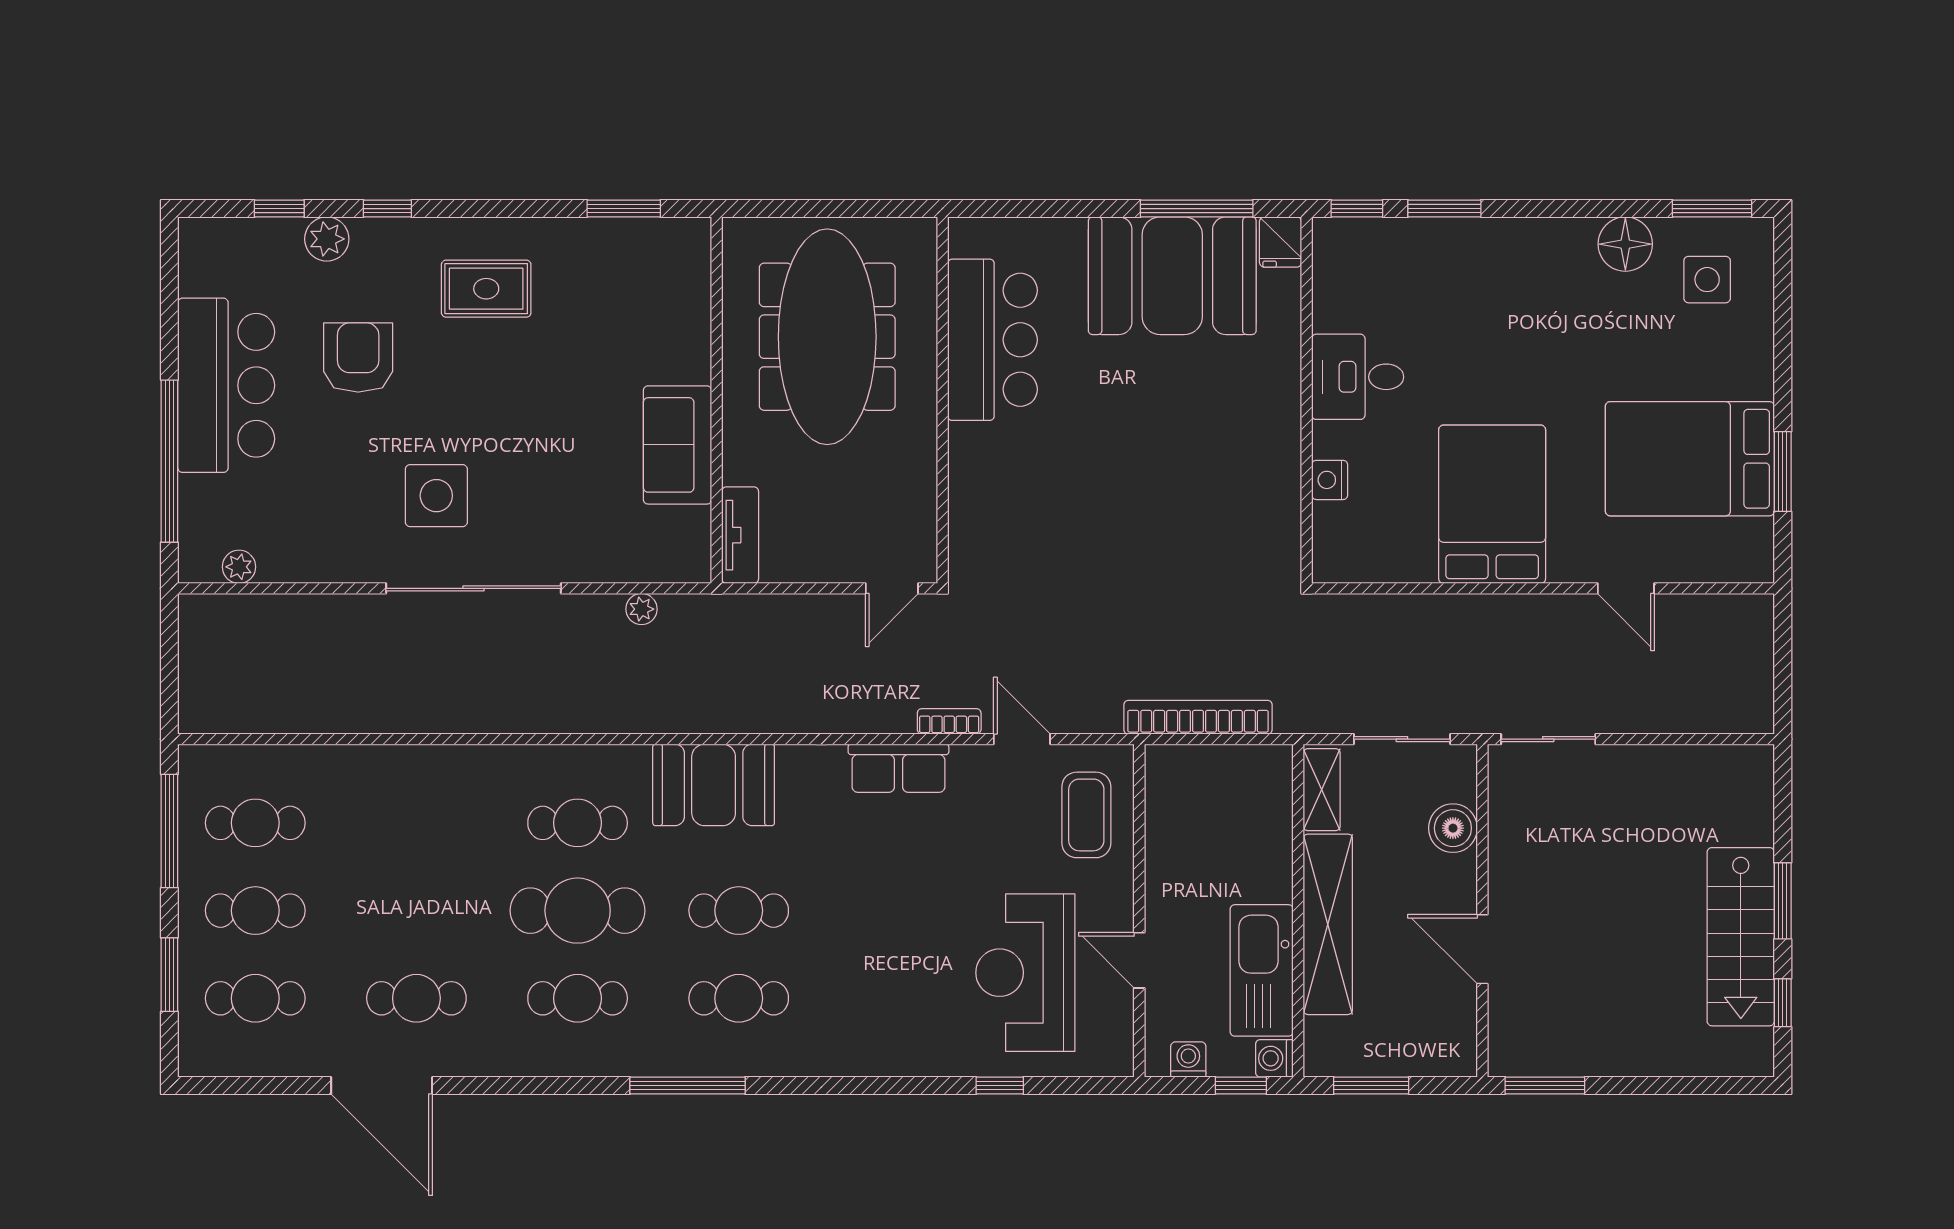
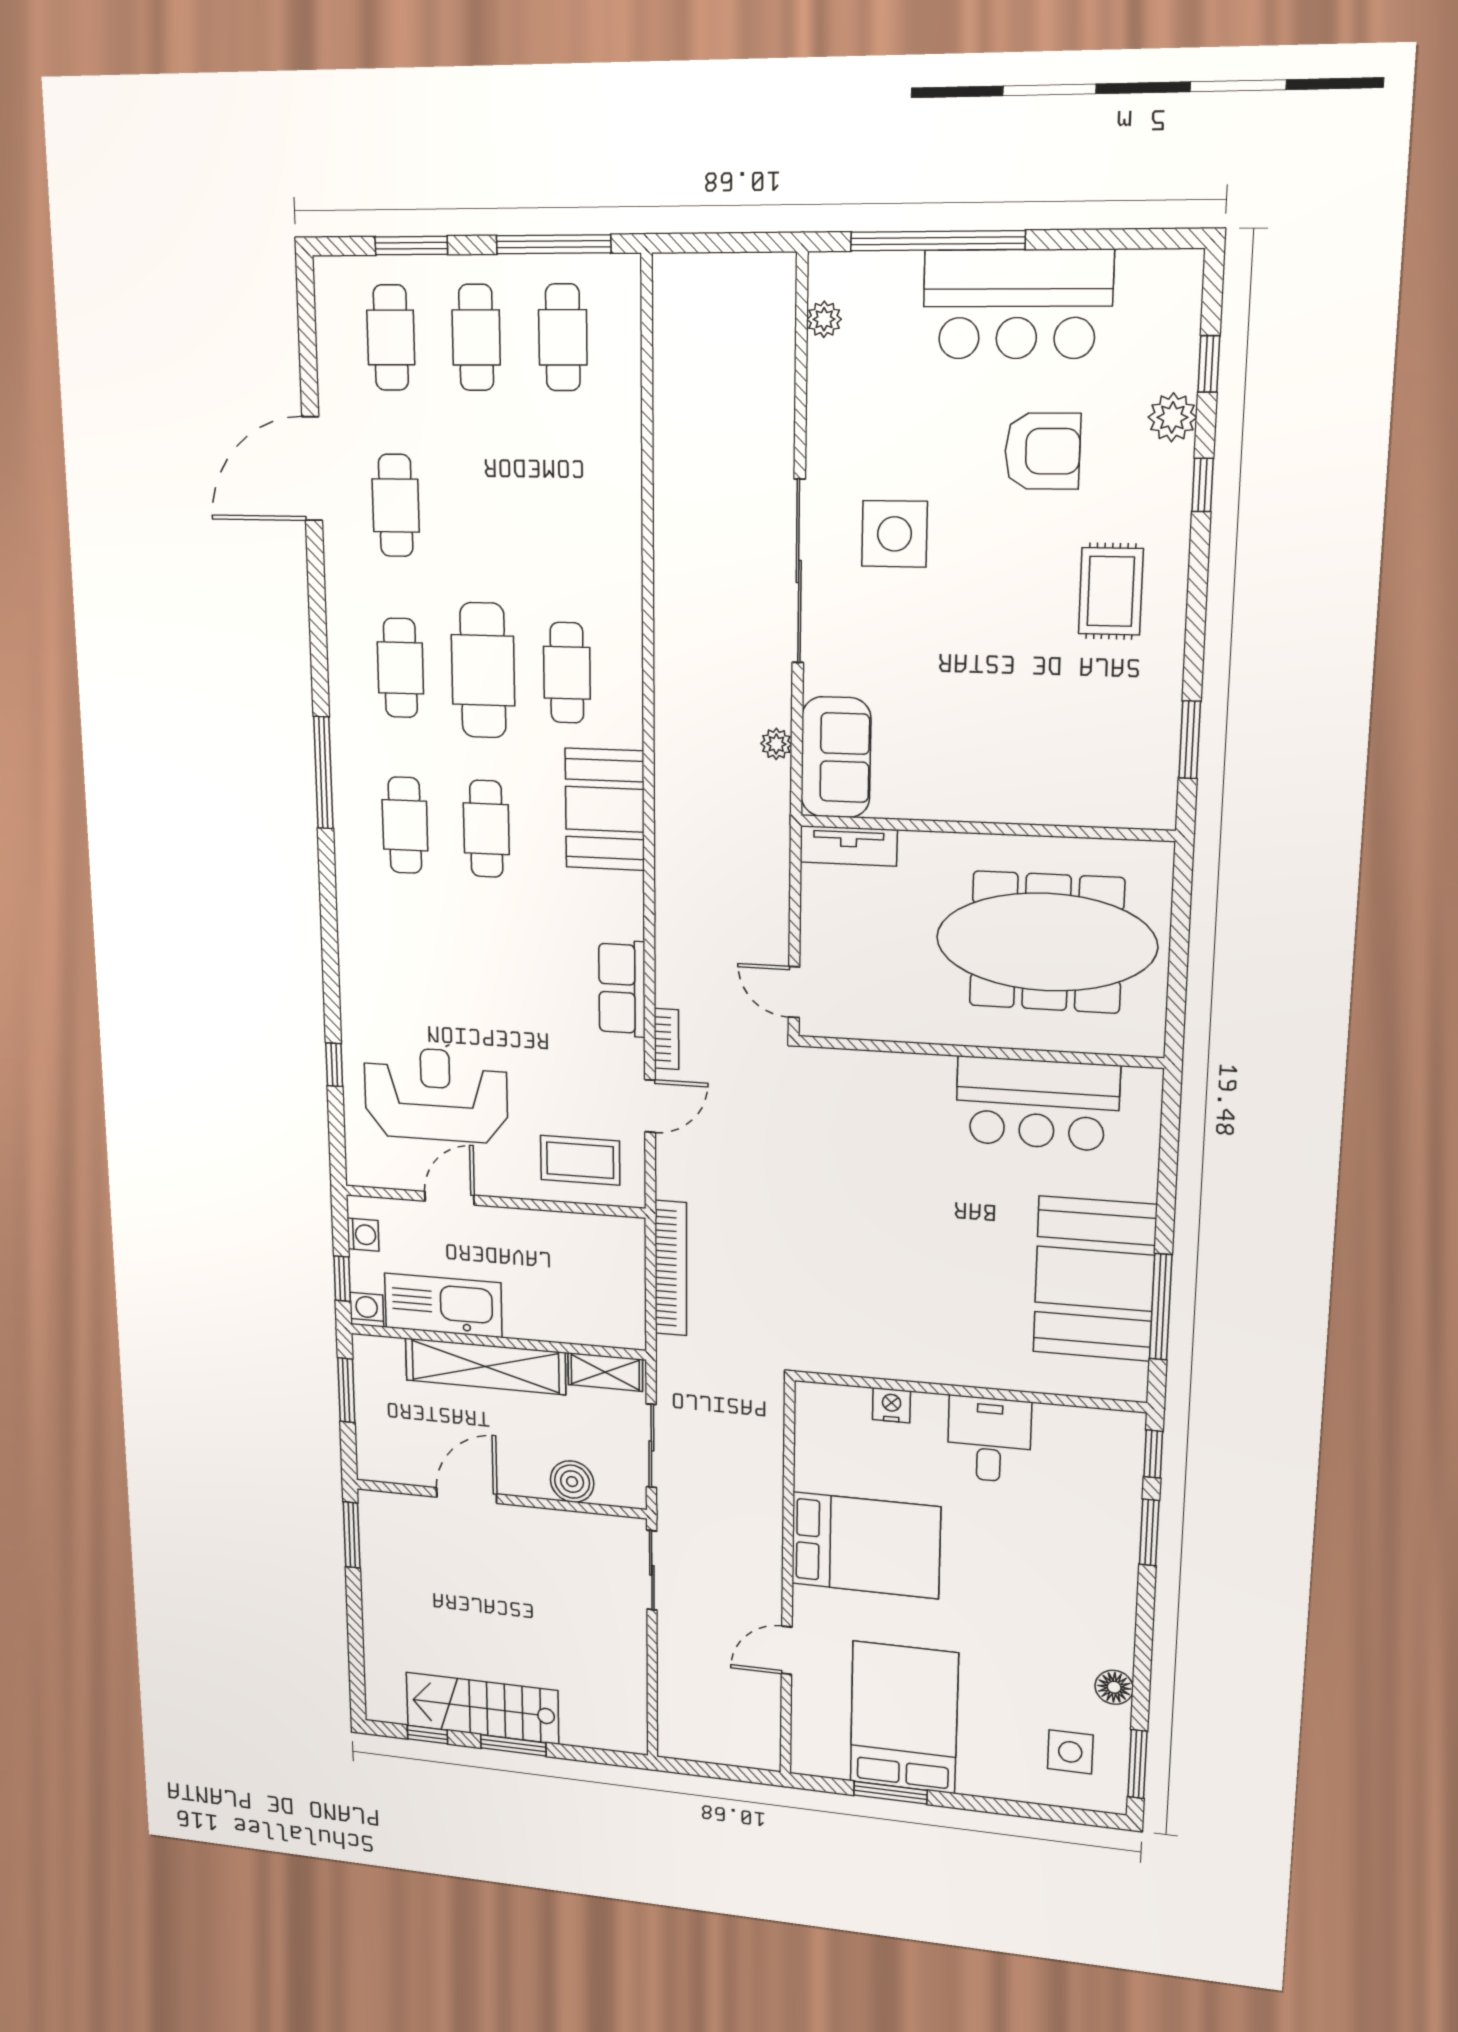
fridge: (1281, 242) -> (1124, 1382), removed
floor lamp: (1625, 244) -> (1114, 1687), width x0.73, depth x0.73
sofa: (677, 445) -> (836, 757), moved, turned 90

